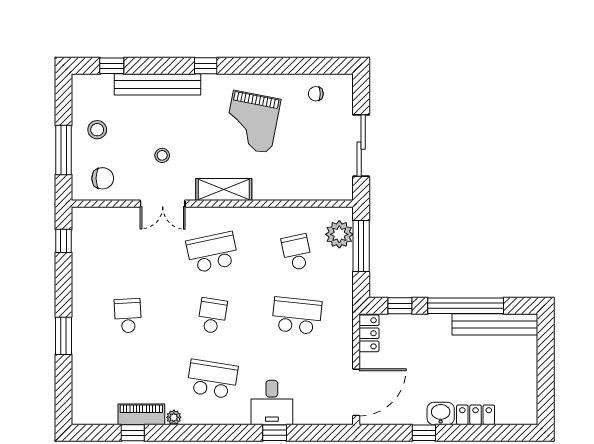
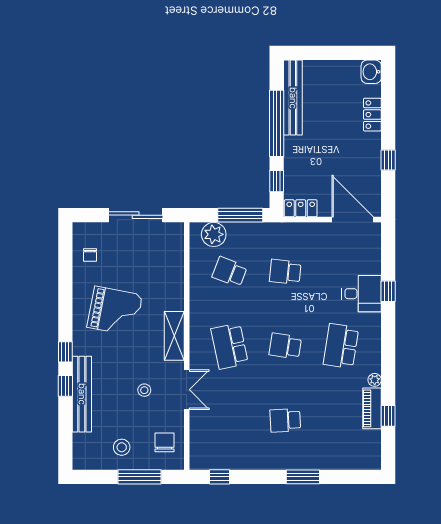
window: (112, 66) -> (65, 386), moved
window: (361, 246) -> (240, 215), moved
school desk: (297, 252) -> (230, 272), turned 33
school desk: (297, 316) -> (285, 272), width x0.54
washbasin: (441, 413) -> (371, 72), moved

